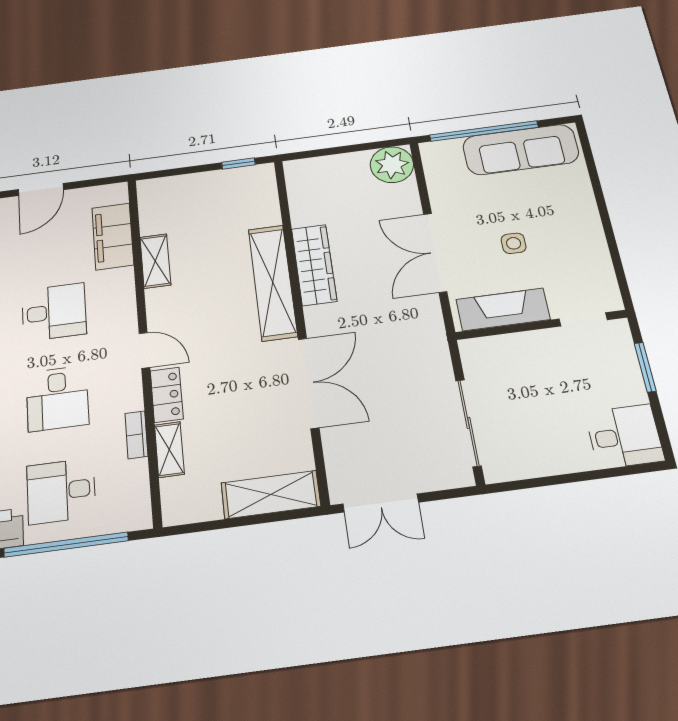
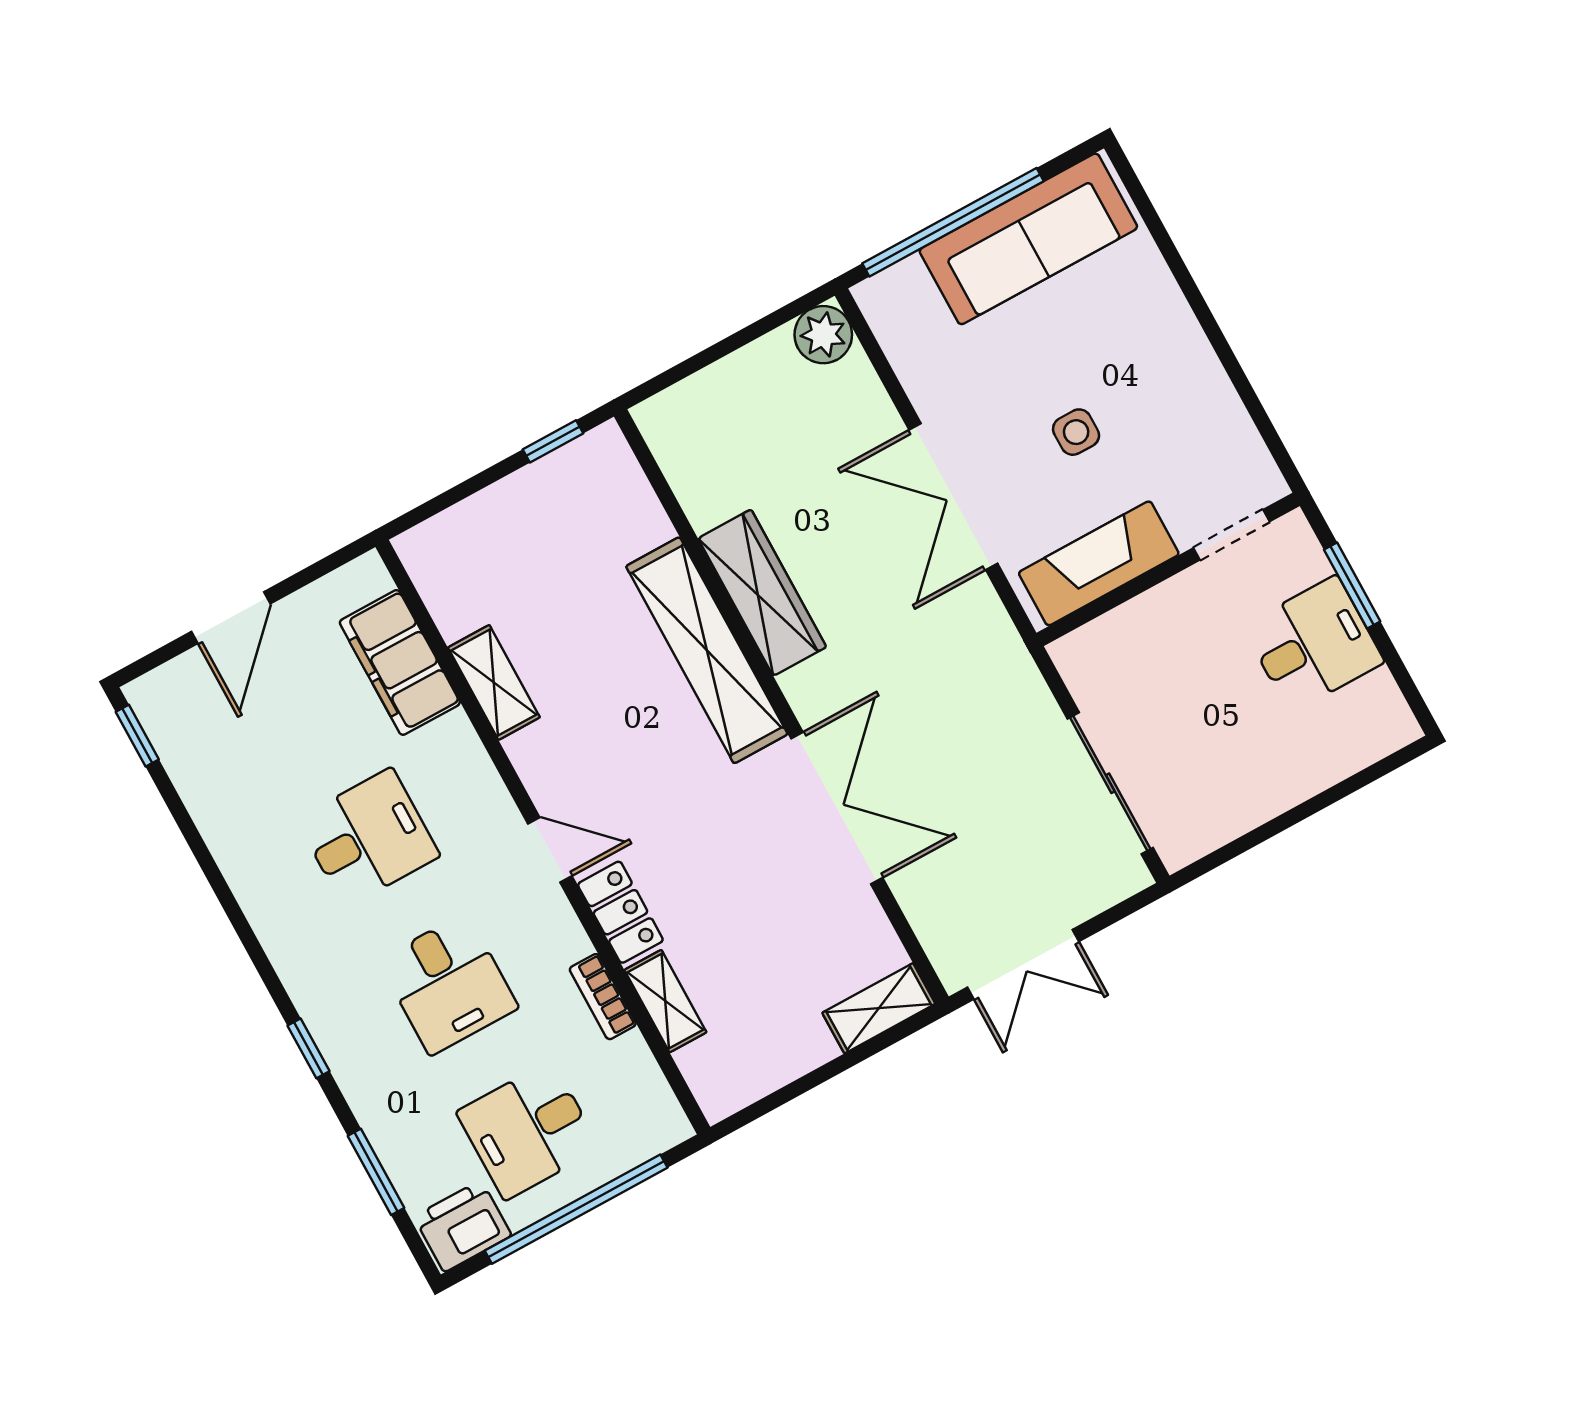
plant: (392, 165) -> (823, 335), width x0.73, depth x0.73
desk: (624, 436) -> (1313, 644), moved
shelving: (271, 495) -> (879, 1008), width x0.67, depth x0.75

